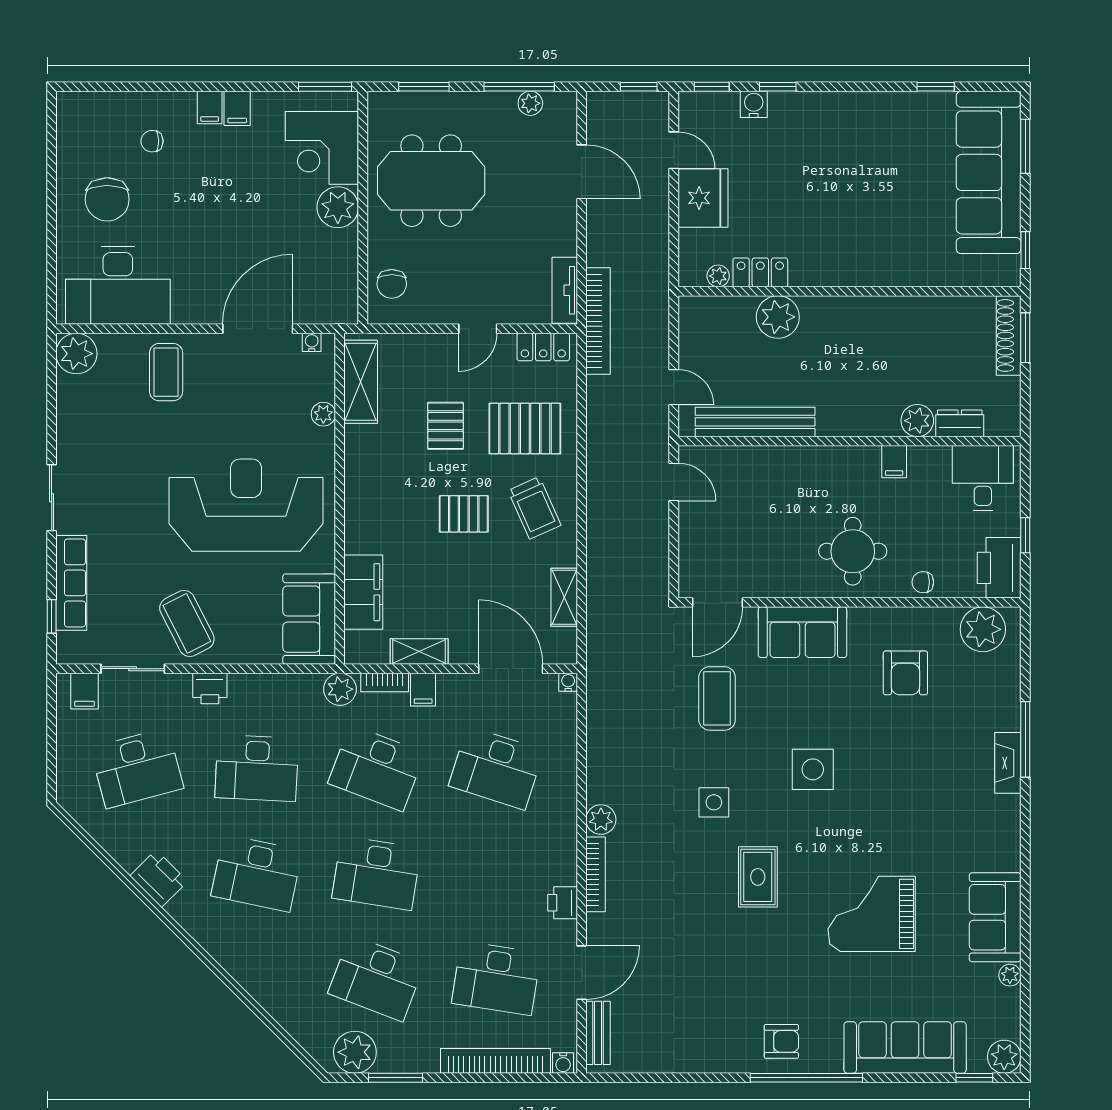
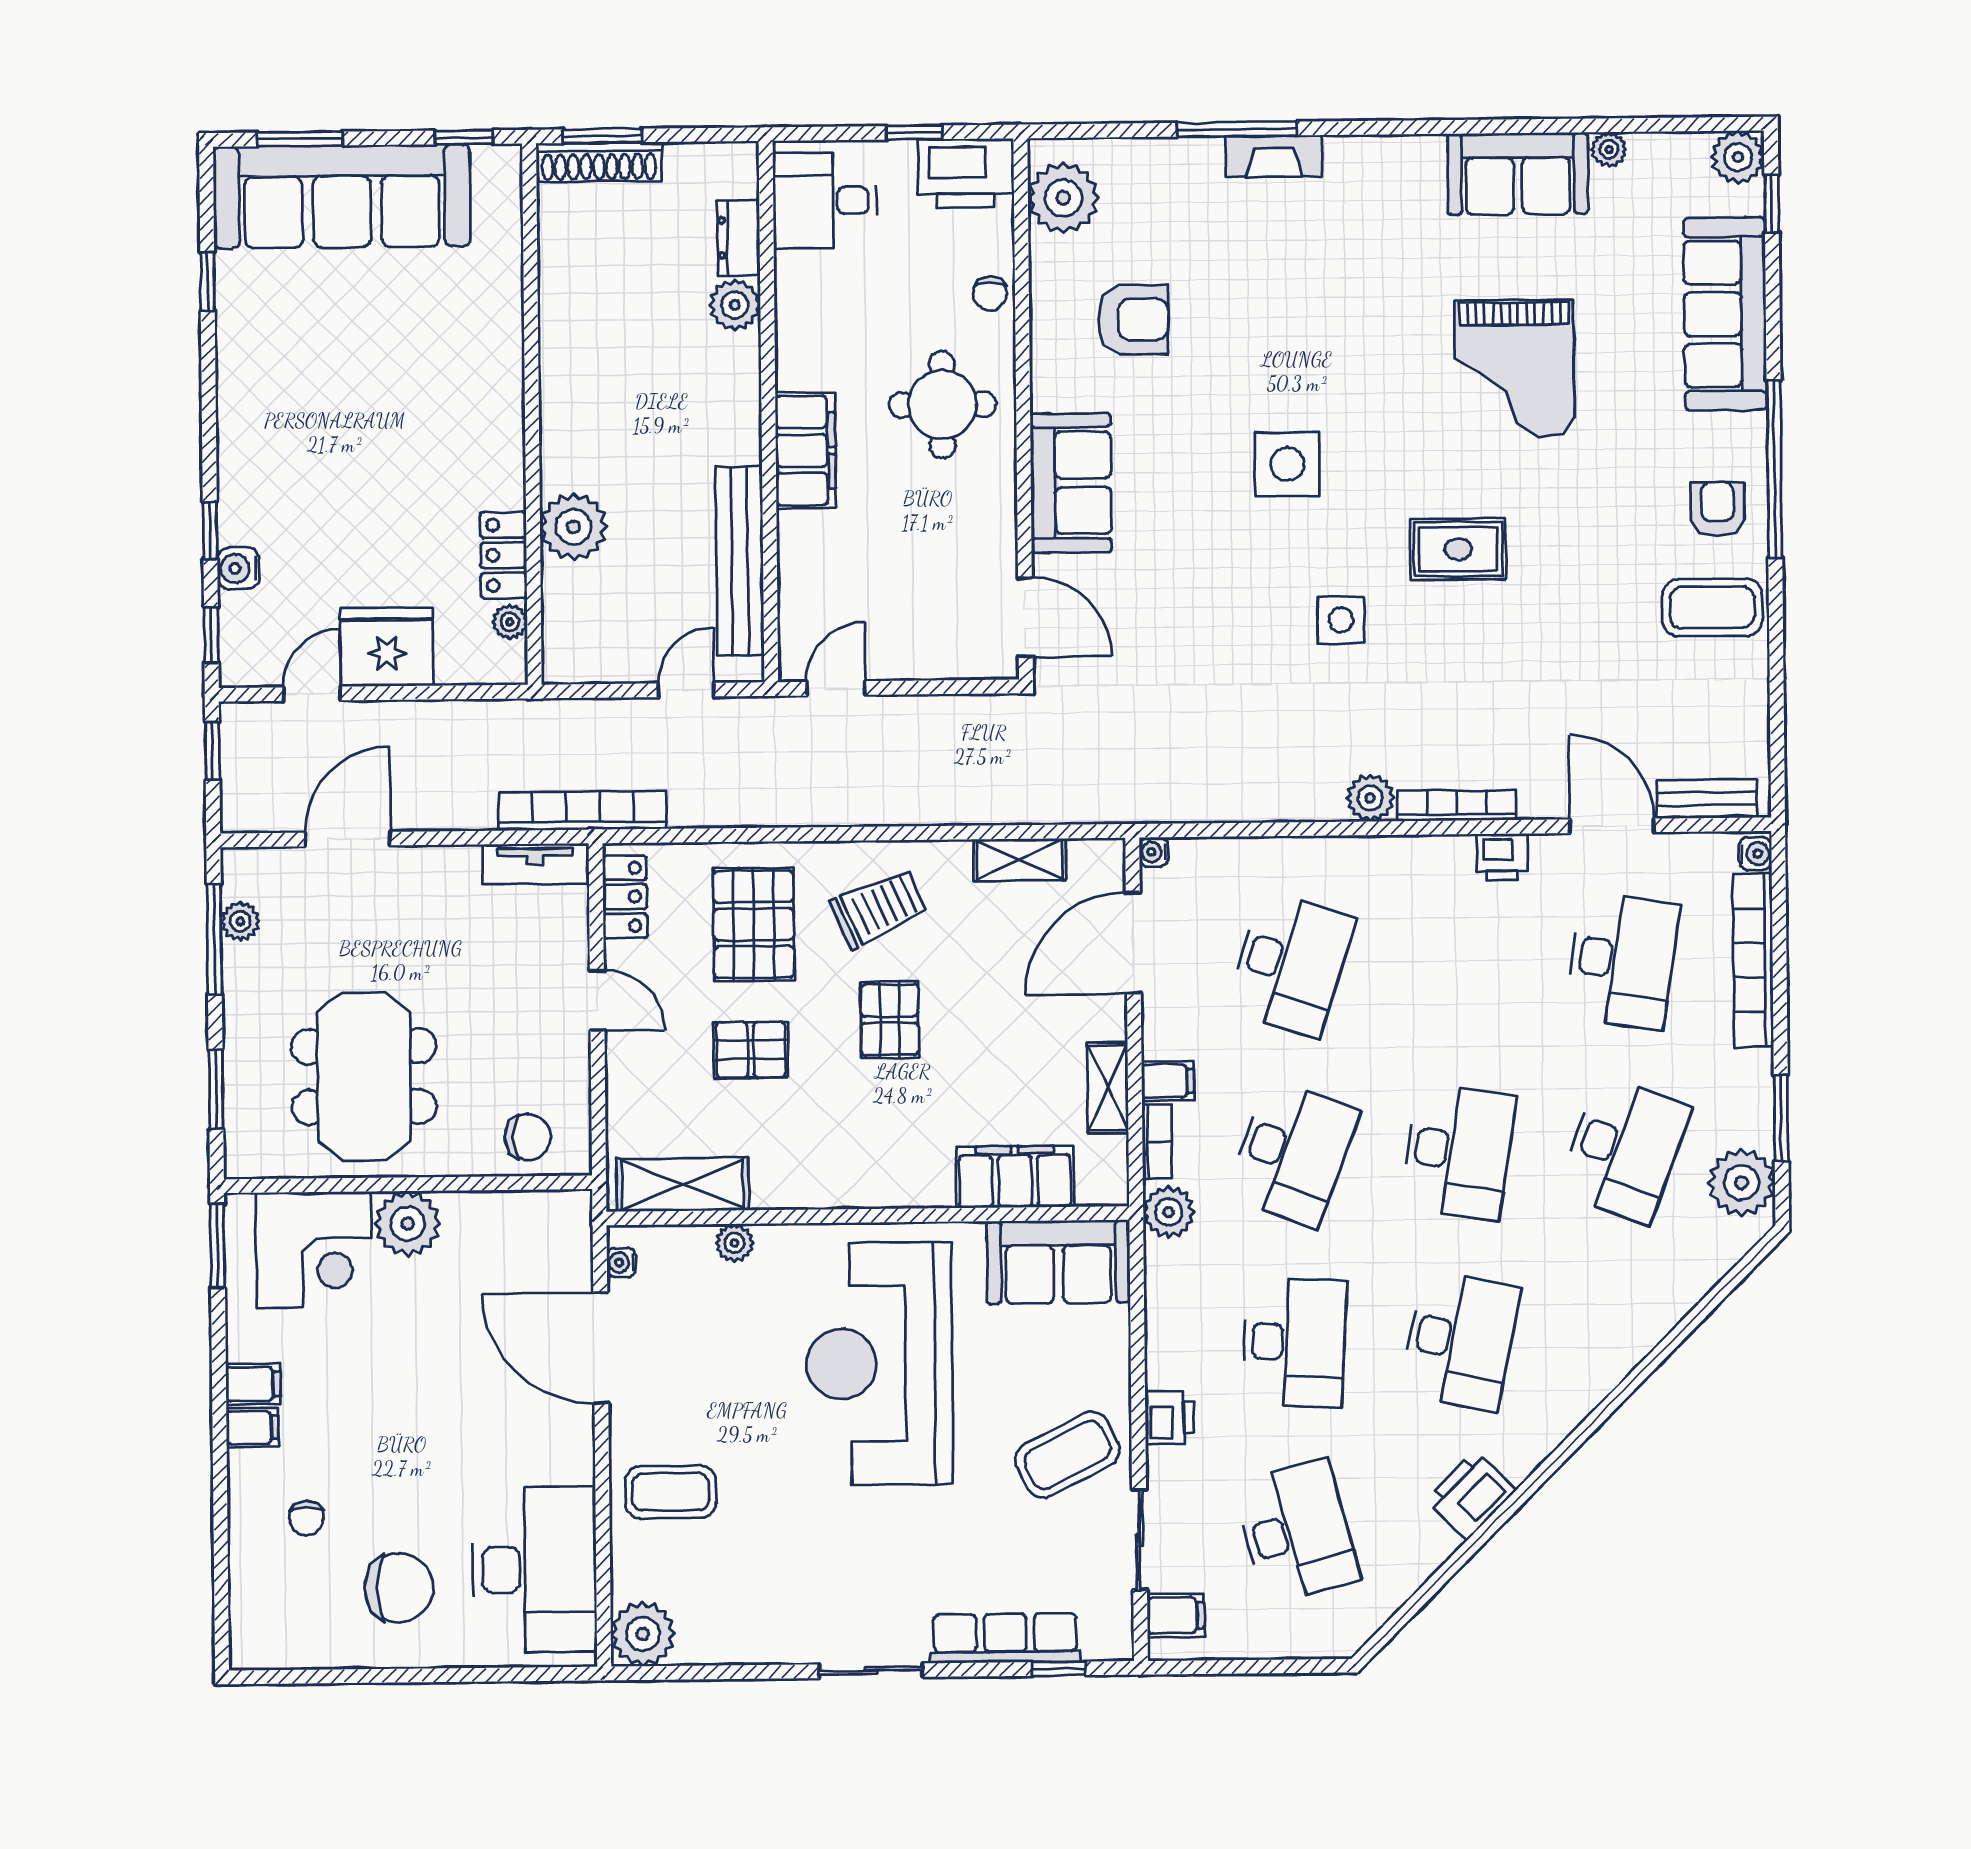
filing cabinet: (894, 462) -> (806, 450), moved, width x3.00, depth x1.17
coffee table: (717, 698) -> (1712, 607), moved

